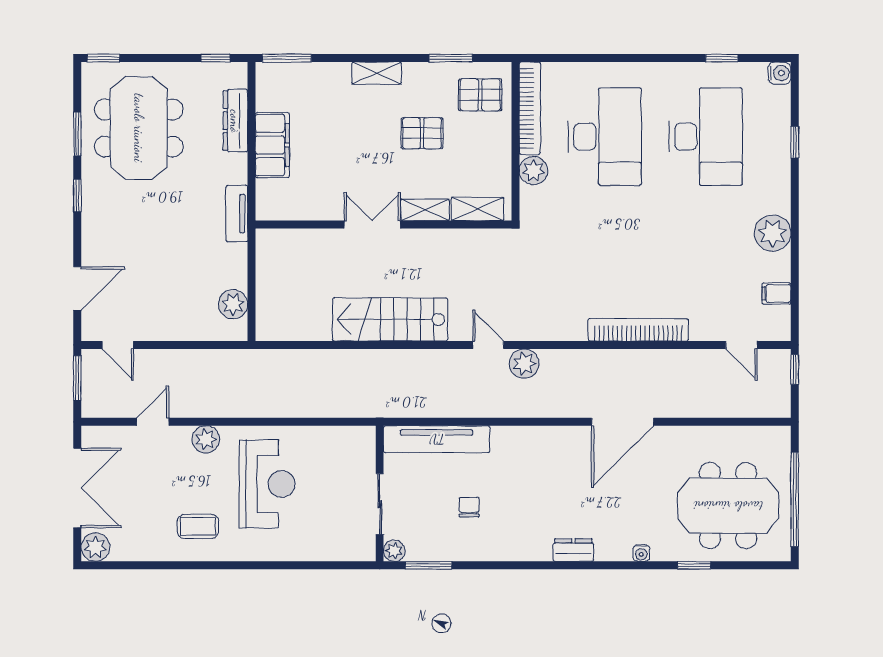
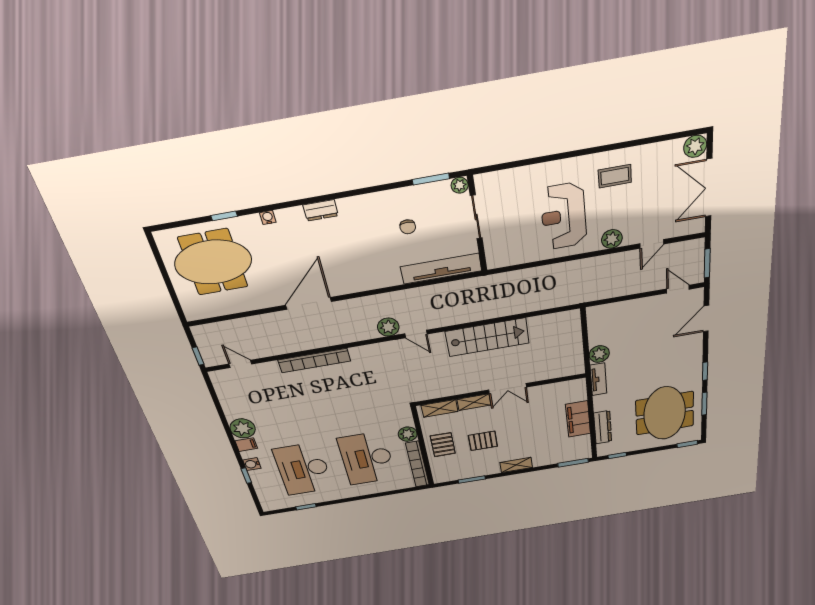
water cooler: (780, 73) -> (252, 464), moved
pallet: (480, 95) -> (443, 445), moved, turned 90
filing cabinet: (776, 294) -> (246, 445), moved
plant: (233, 304) -> (599, 354), moved
window: (795, 499) -> (165, 275), removed

